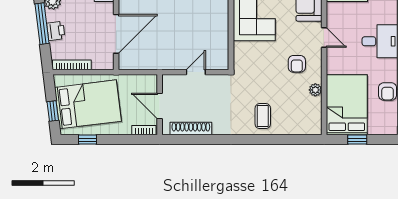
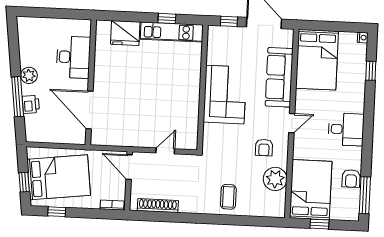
door: (116, 34) -> (89, 110), swing flipped
door: (324, 38) -> (292, 123), hinge flipped
bookcase: (72, 65) -> (45, 138), removed
plant: (315, 90) -> (275, 179), width x1.87, depth x1.87
door: (160, 106) -> (129, 167), moved

